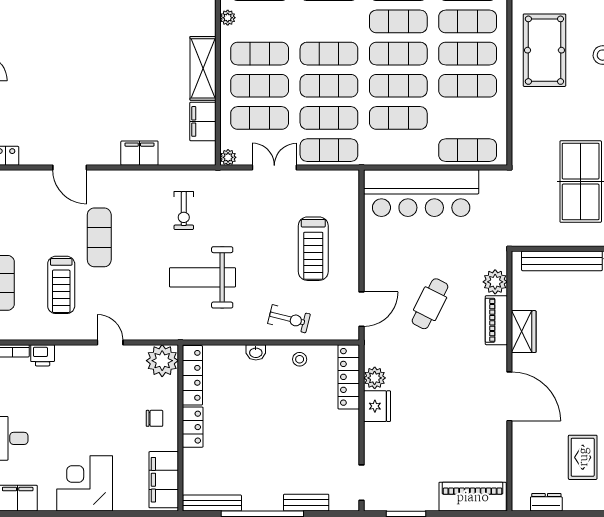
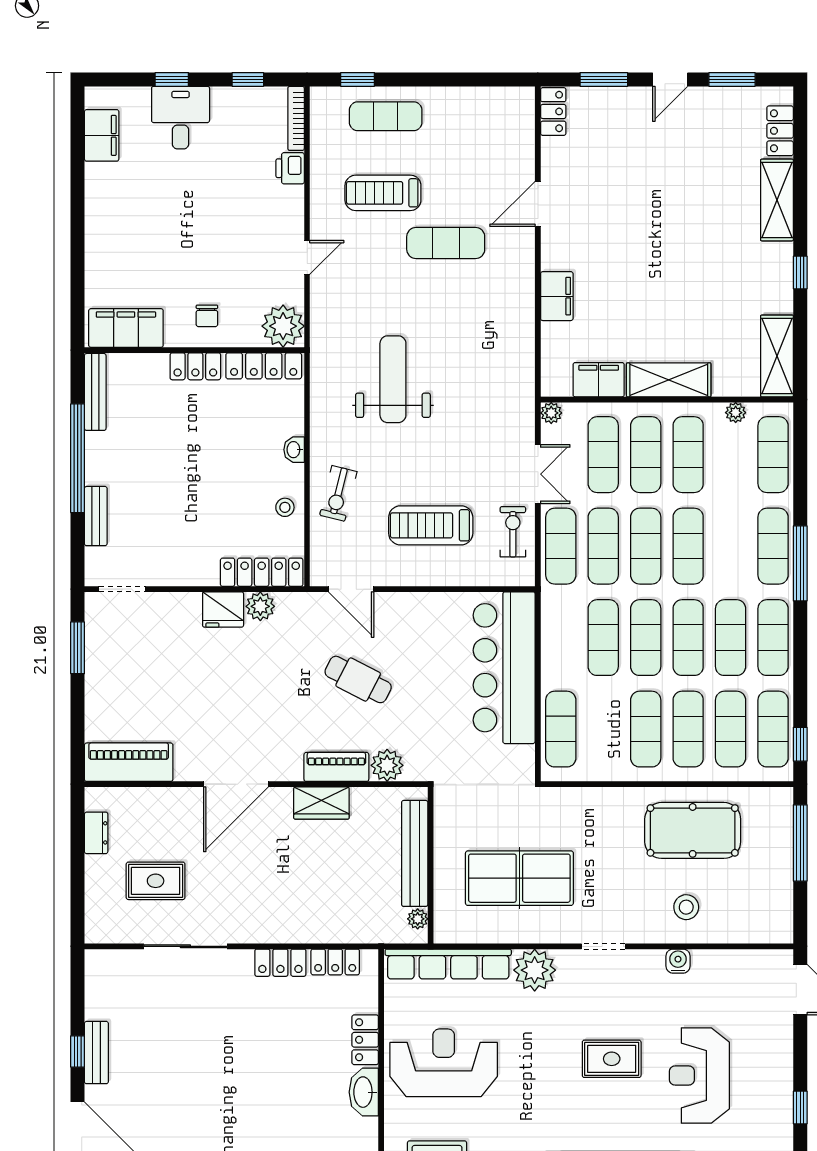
exercise bike: (184, 210) -> (513, 532), moved, turned 90
corner desk: (85, 483) -> (121, 224), removed
piano: (473, 497) -> (129, 762), moved, turned -90

